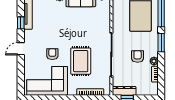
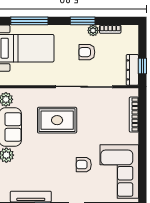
window: (161, 43) -> (83, 21), moved
rug: (81, 61) -> (57, 120), moved

